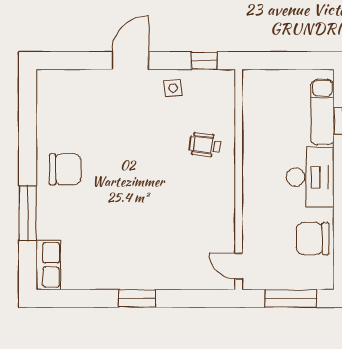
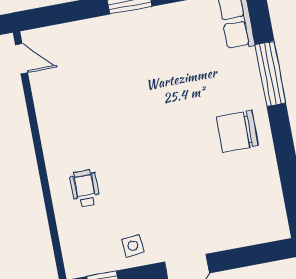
wheelchair: (205, 145) -> (85, 188), turned -97

